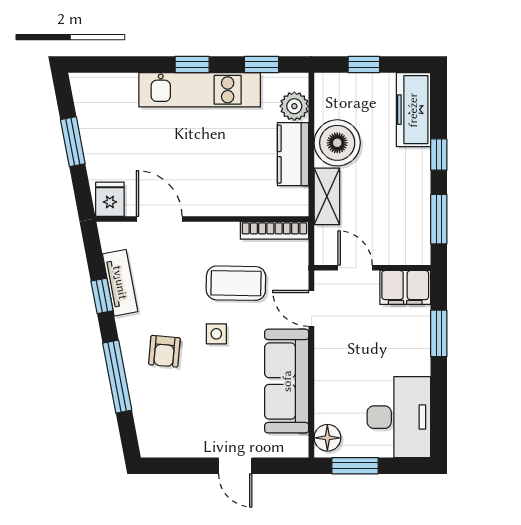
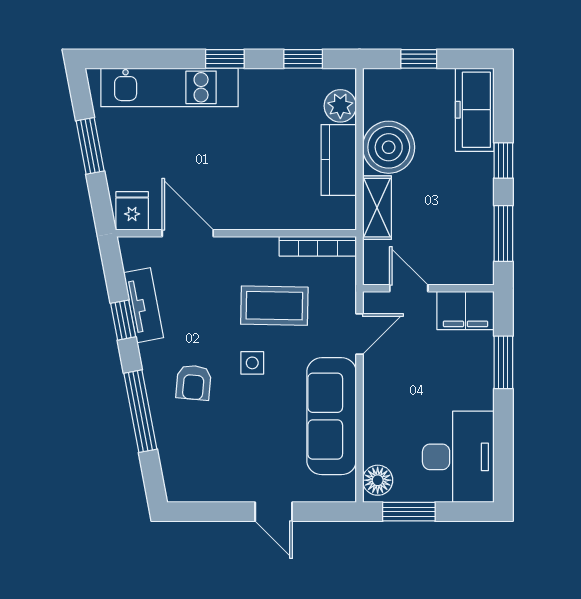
kitchen unit: (200, 90) -> (169, 87), moved
door: (311, 308) -> (360, 334), swing flipped

